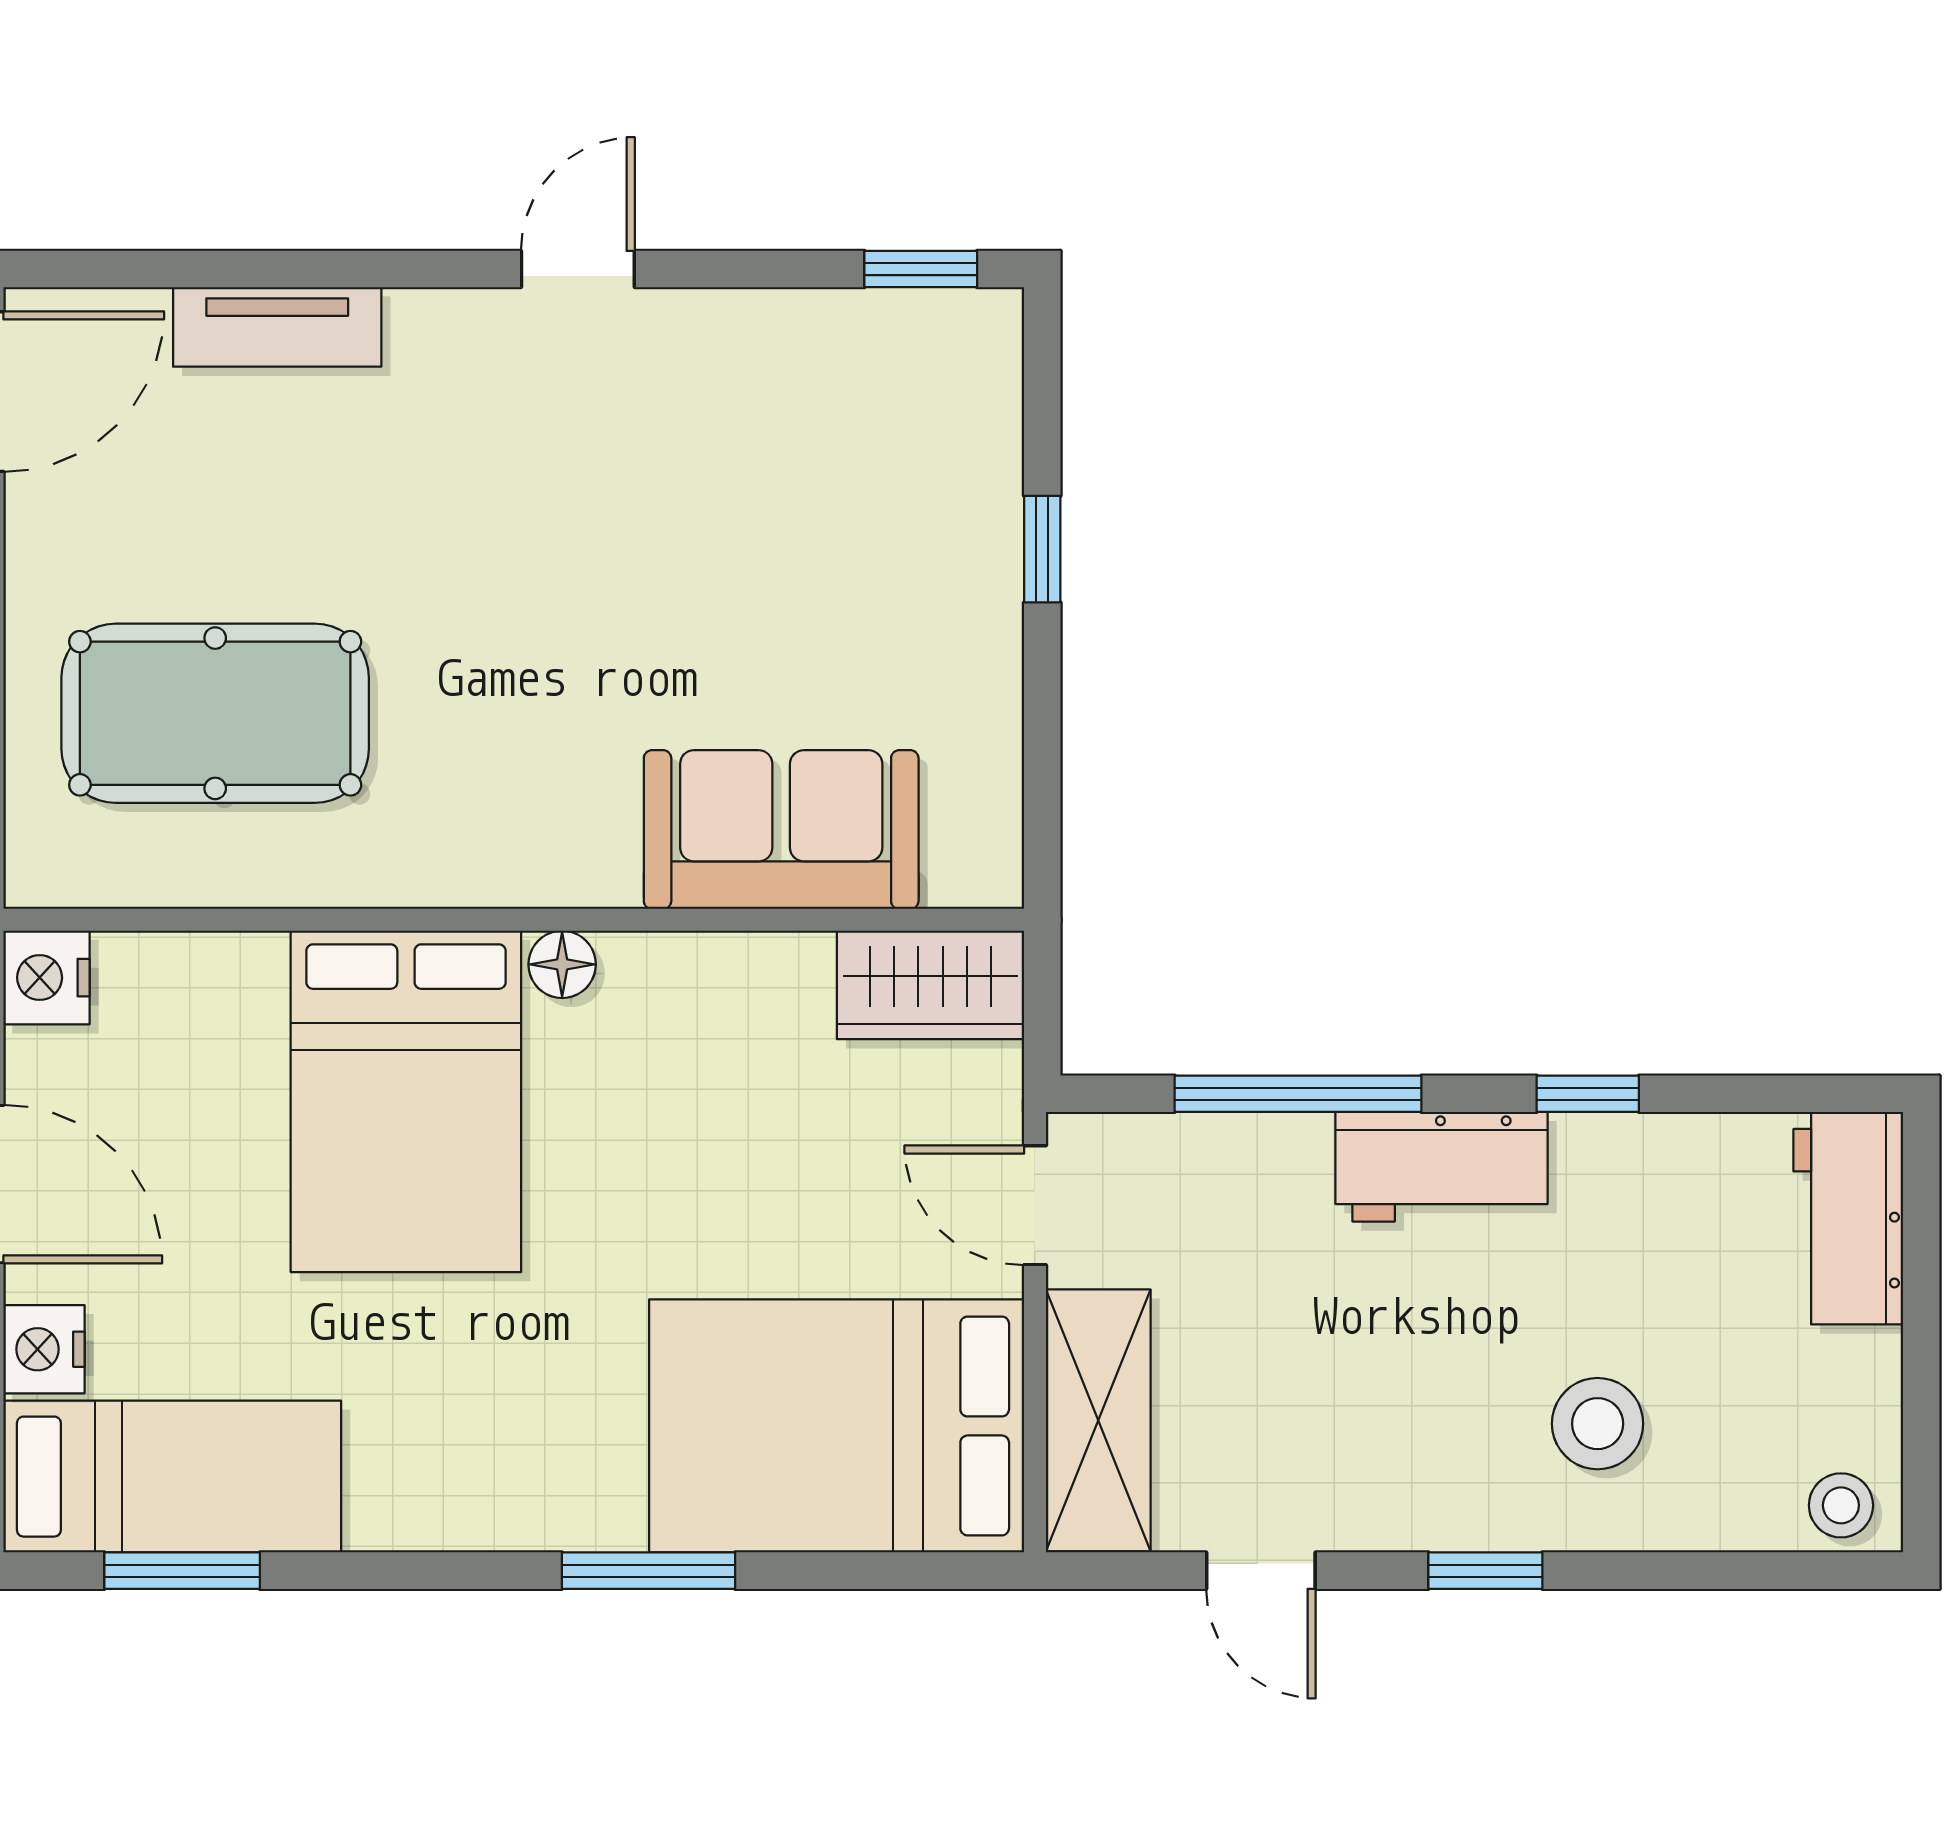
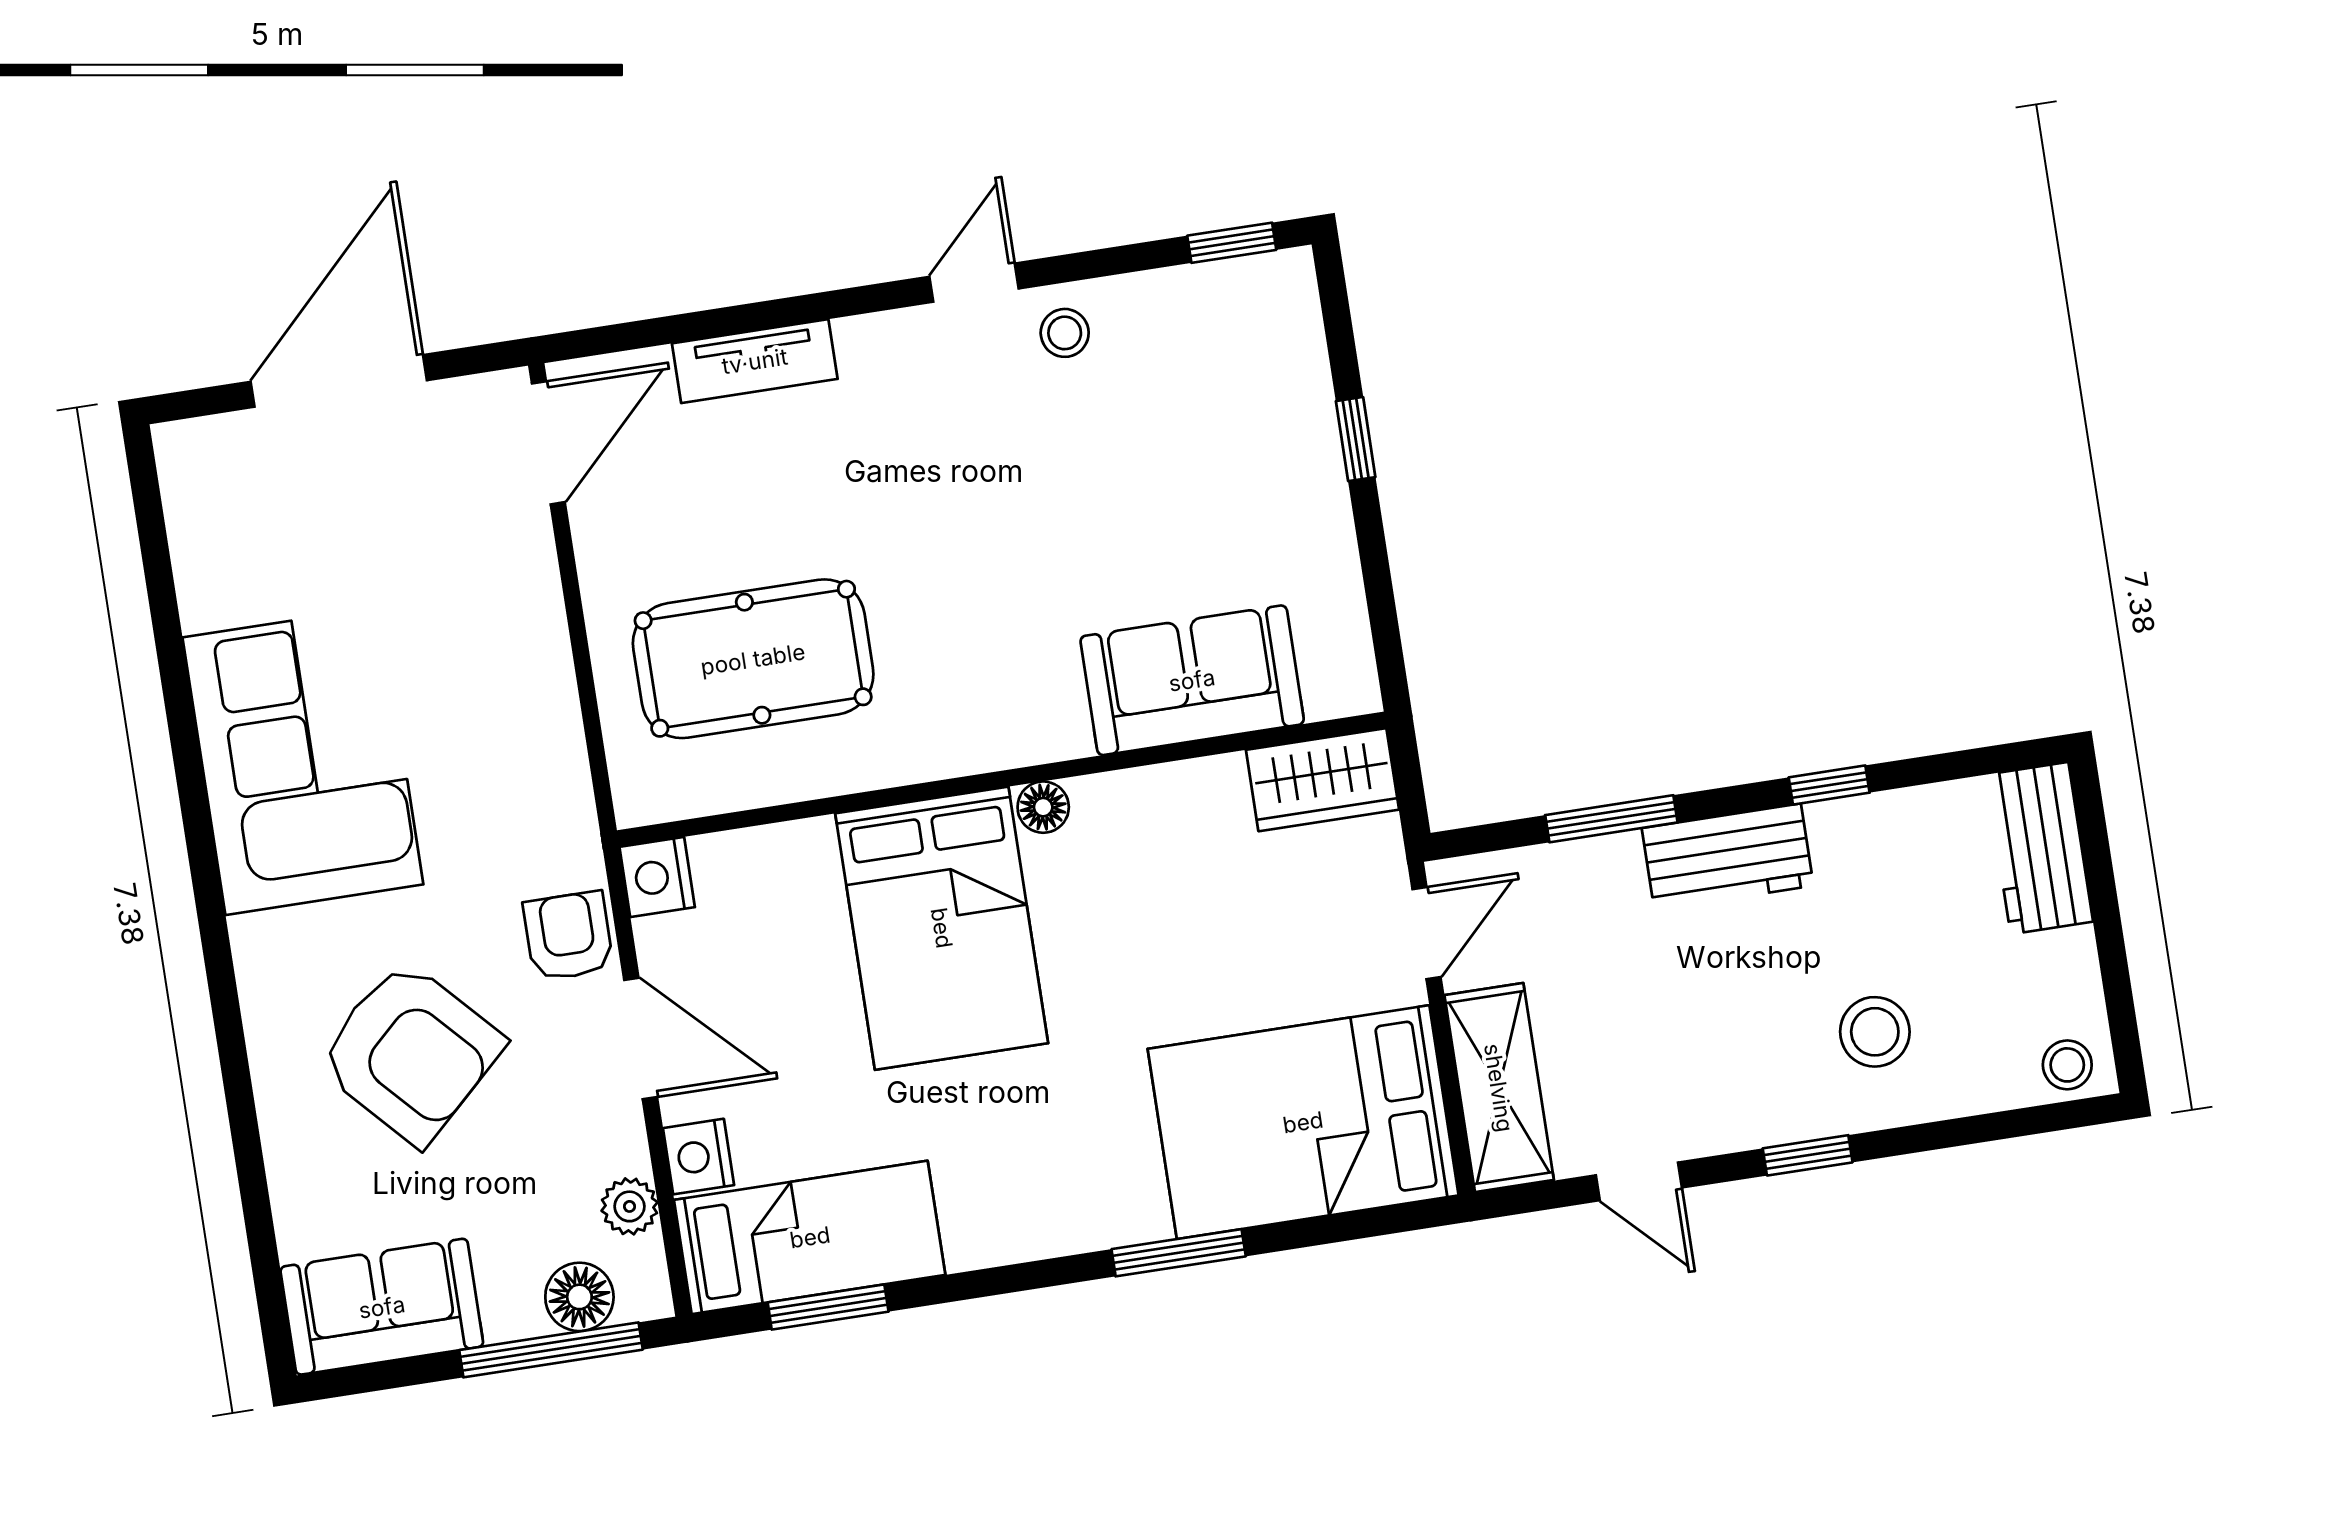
stool: (685, 353) -> (1065, 333), added
window: (1298, 1094) -> (1611, 819), width x0.69
door: (1035, 1205) -> (1427, 933), swing flipped

